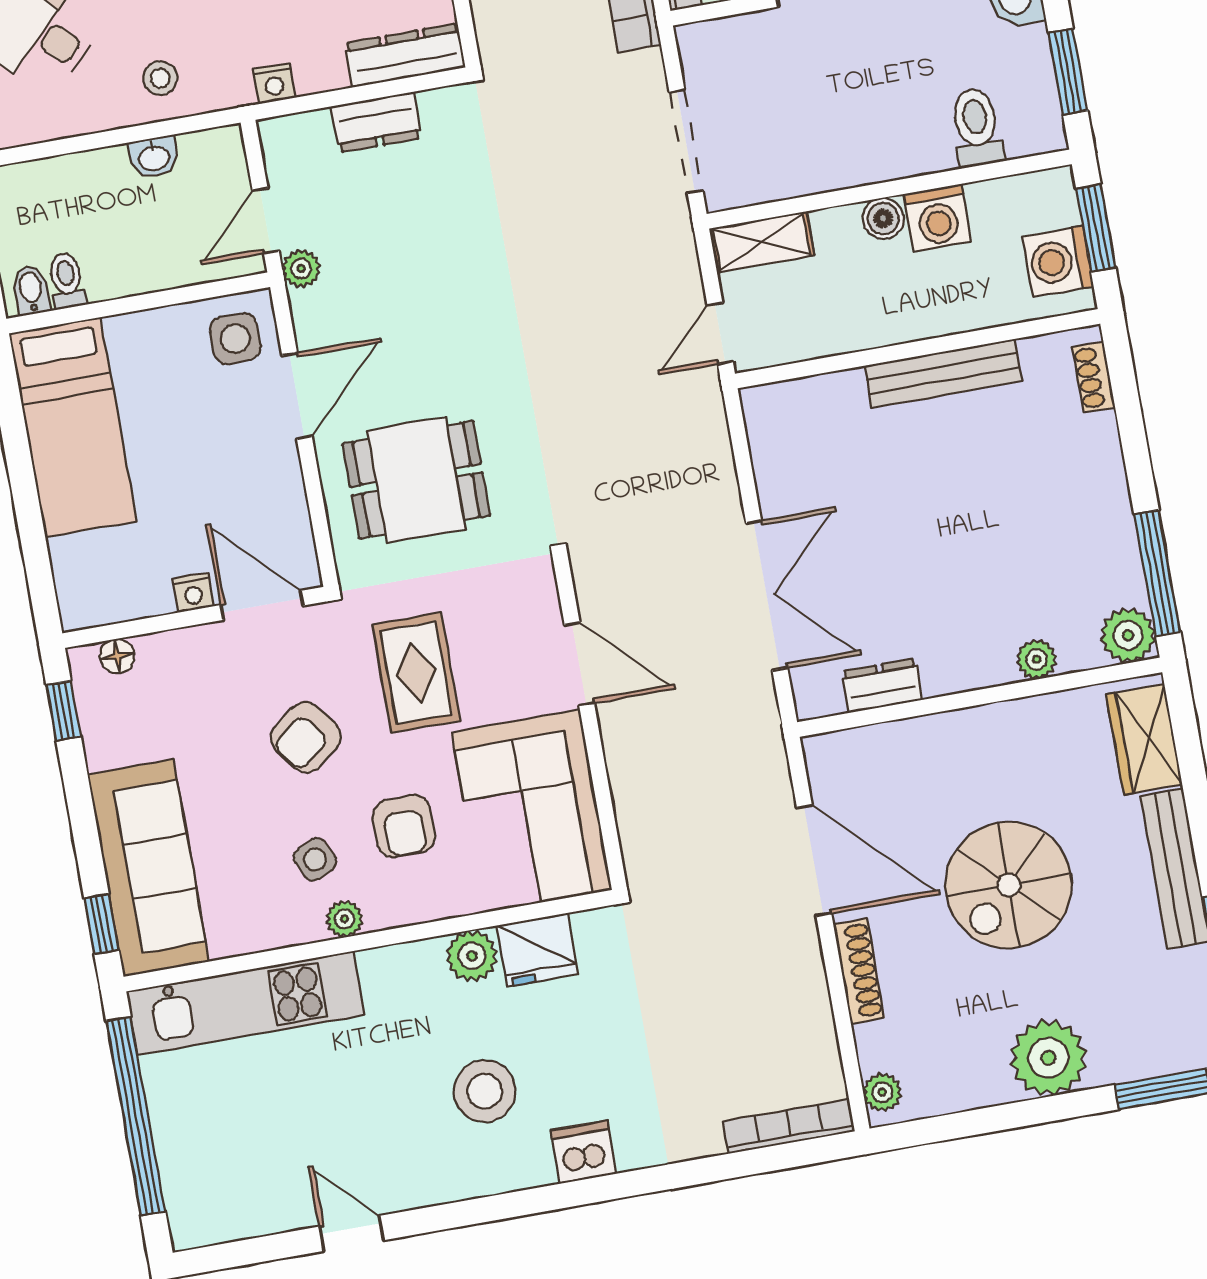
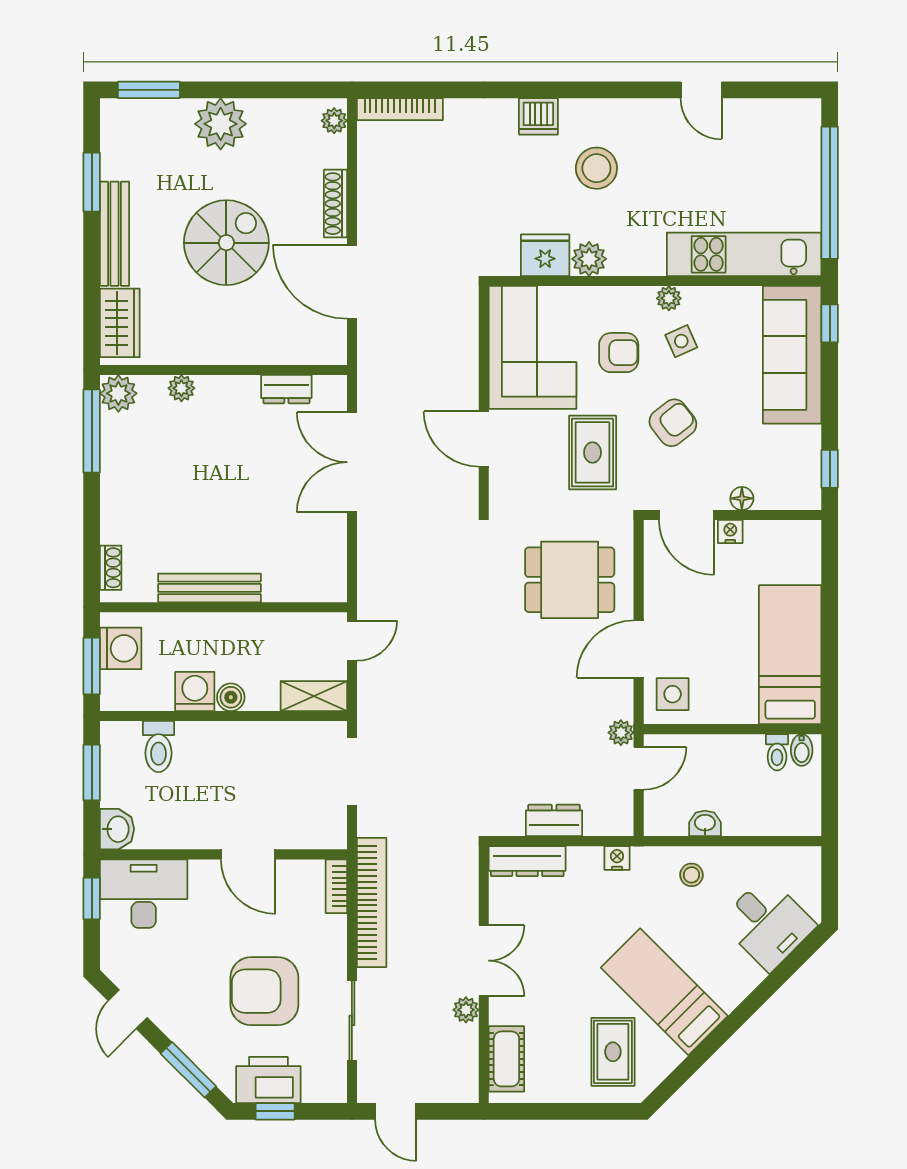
floor lamp: (117, 656) -> (742, 498), moved
armchair: (404, 826) -> (619, 353), turned 90

